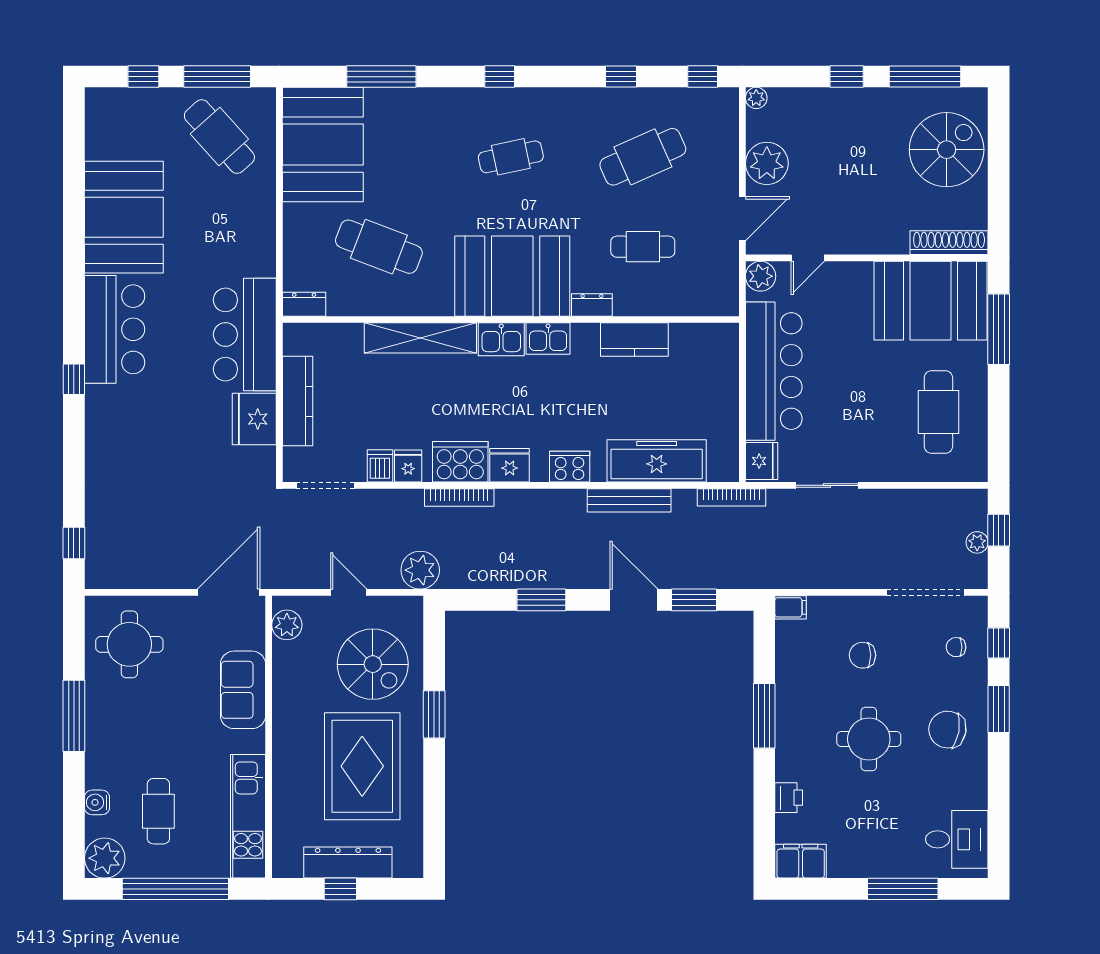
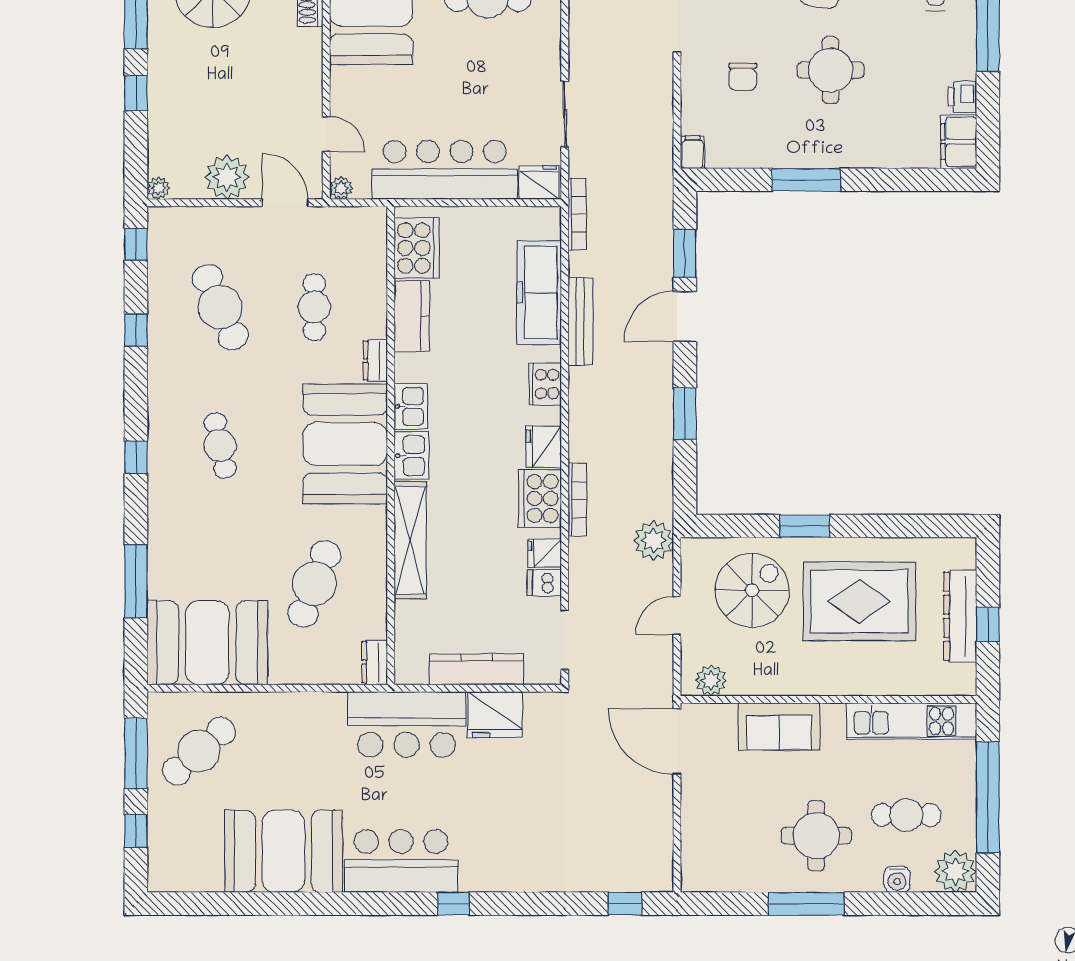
plant: (761, 276) -> (341, 188), width x0.73, depth x0.73
cooker: (699, 344) -> (417, 248), added
round table: (129, 644) -> (816, 836), moved
printer: (789, 798) -> (962, 97), moved, turned -90

